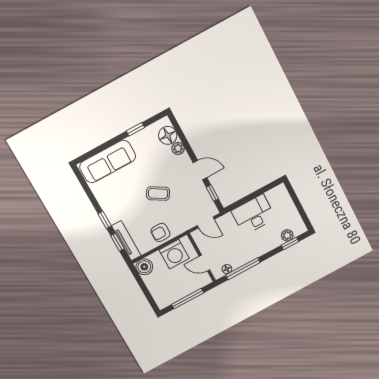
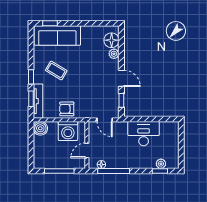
window: (135, 129) -> (50, 23), moved
coffee table: (158, 194) -> (56, 70), moved
door: (204, 263) -> (87, 150), hinge flipped

